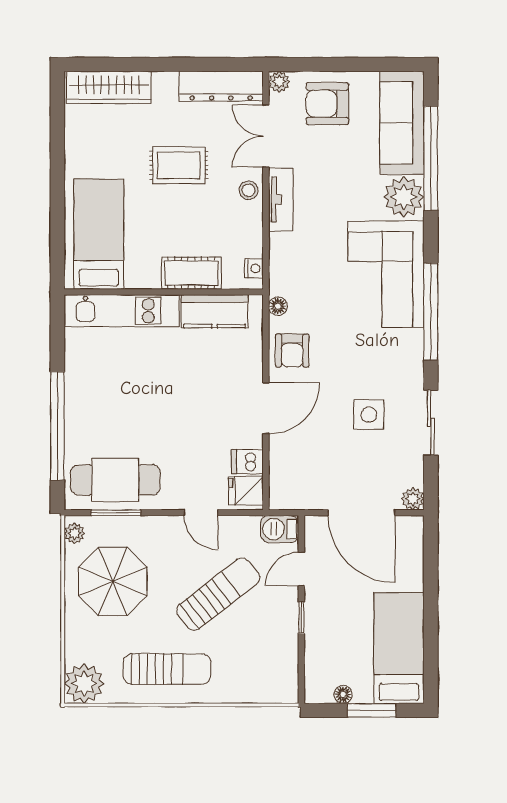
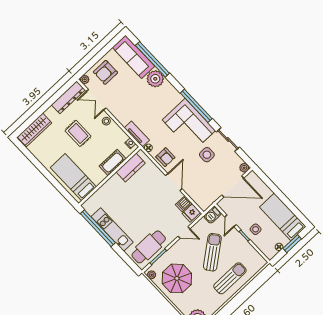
rug: (179, 165) -> (78, 133), turned 90
tv unit: (281, 199) -> (137, 134), moved
corner sofa: (386, 274) -> (189, 125), moved
kitchen unit: (122, 311) -> (112, 229), moved, turned -90
window: (57, 426) -> (98, 228), moved
side table: (331, 625) -> (256, 229), added
sun lounger: (167, 669) -> (230, 278), moved

